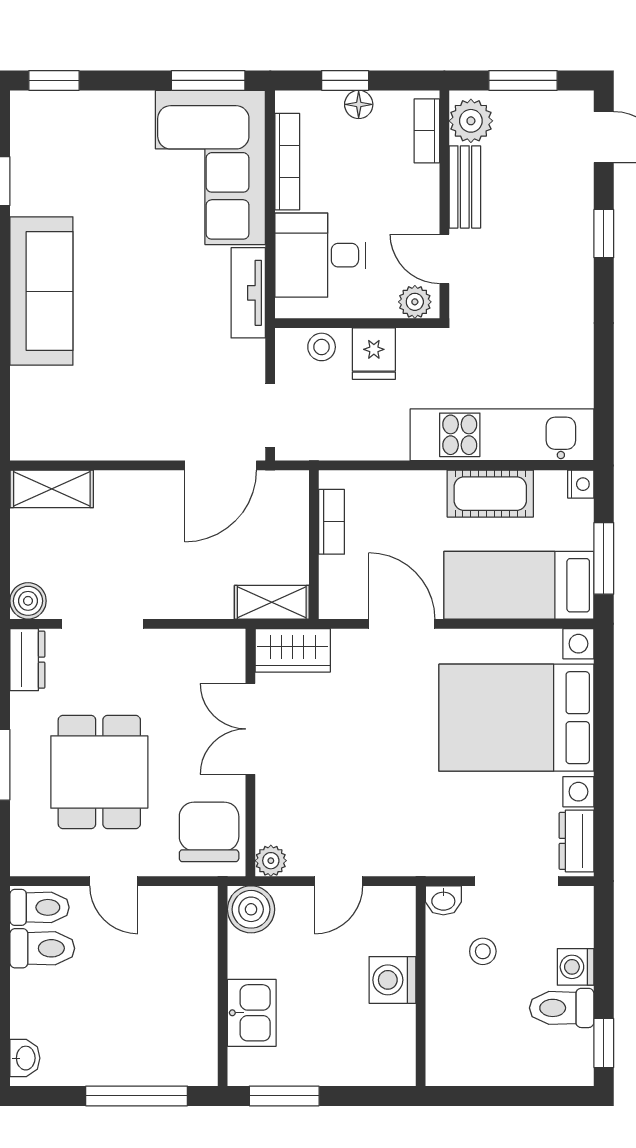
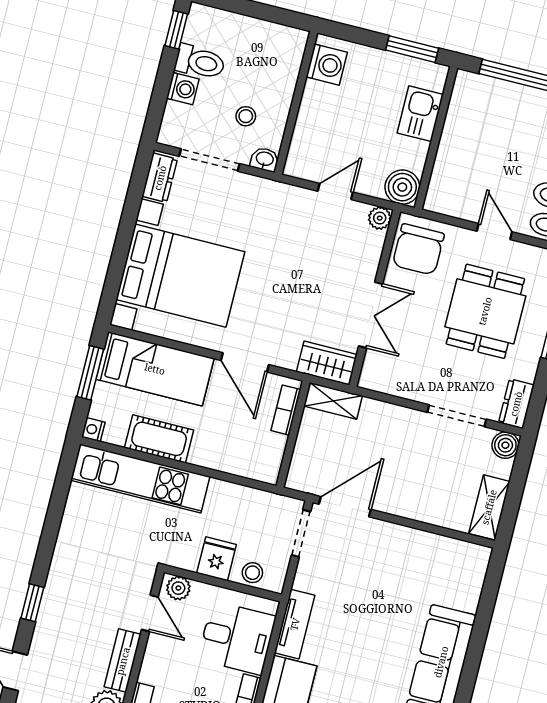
shelving: (52, 489) -> (489, 507), moved, turned 90
bookcase: (331, 522) -> (286, 410), moved
washing machine: (392, 980) -> (327, 65), moved

